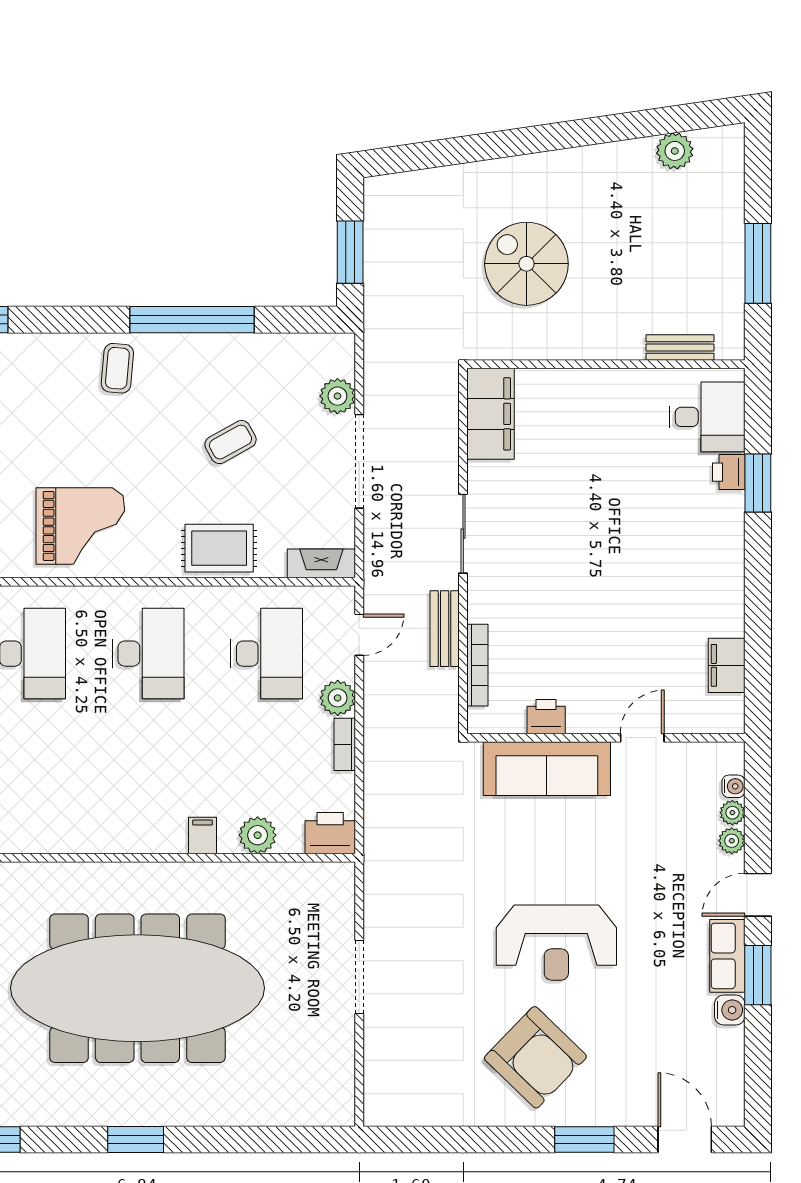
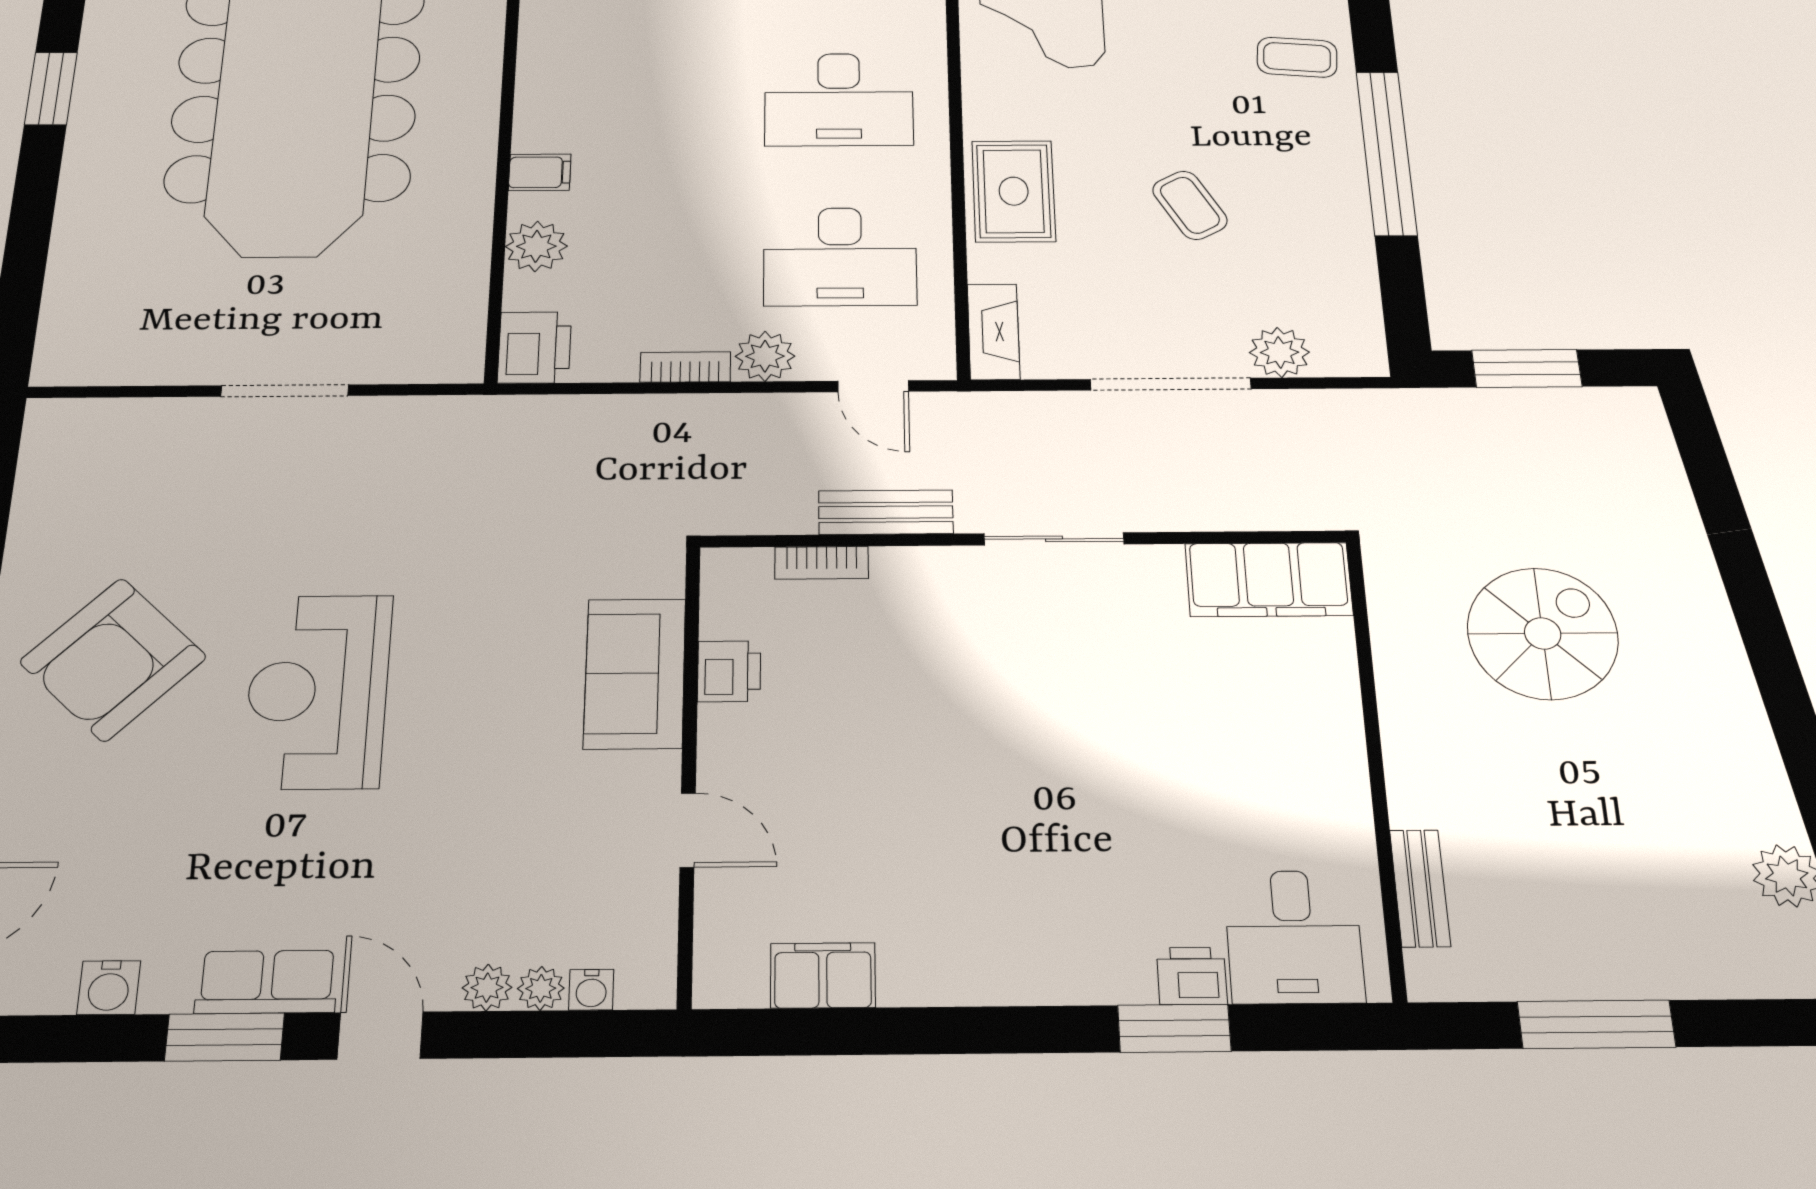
bookcase: (477, 665) -> (822, 563), width x0.64
sofa: (547, 769) -> (635, 673), width x0.73
water cooler: (730, 1010) -> (109, 988), moved

